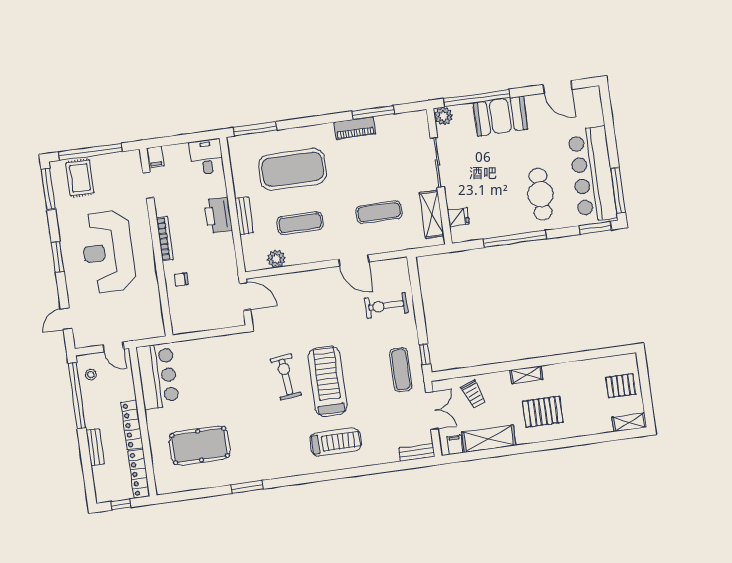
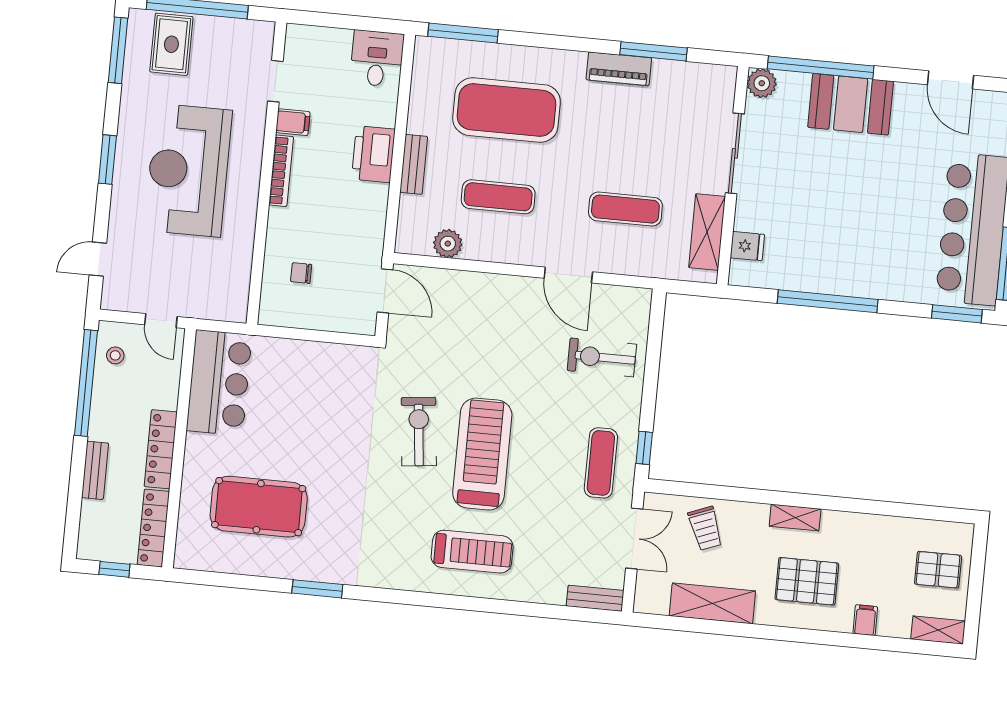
filing cabinet: (155, 157) -> (293, 122), moved, turned -90
cafe table: (540, 194) -> (884, 241), removed
chair: (181, 279) -> (301, 273), moved
filing cabinet: (455, 445) -> (865, 620), moved

